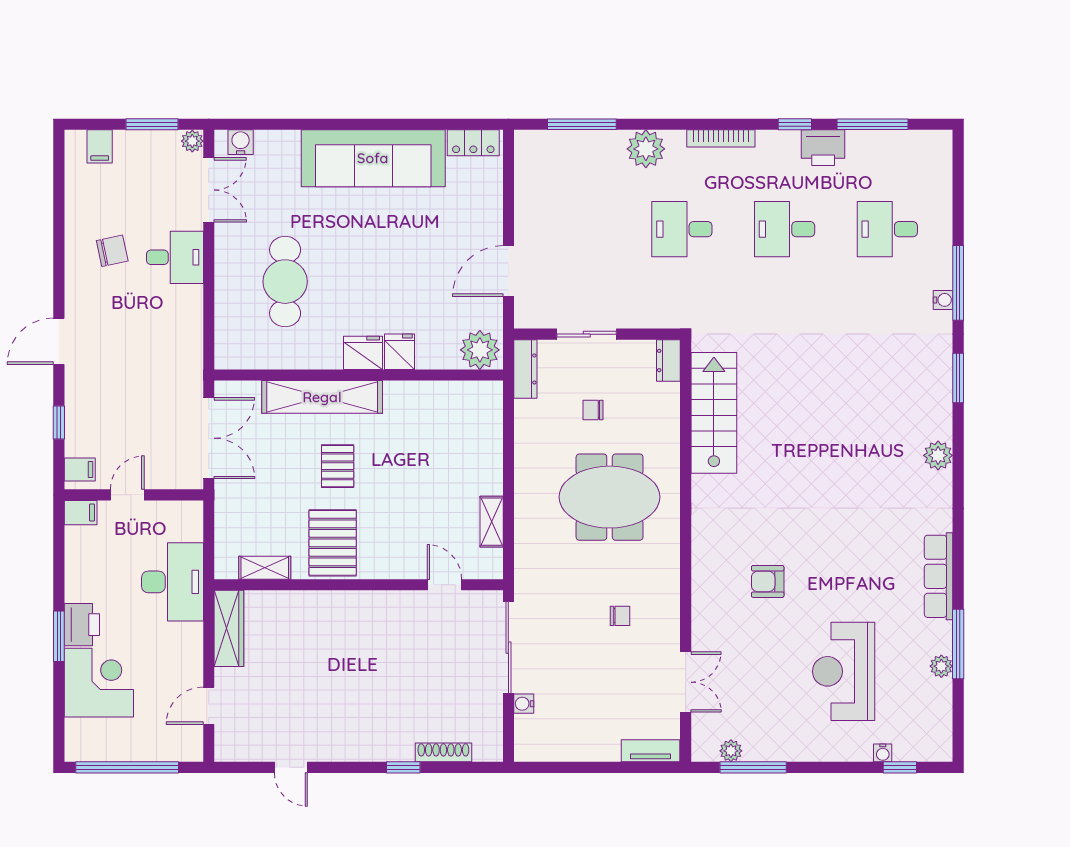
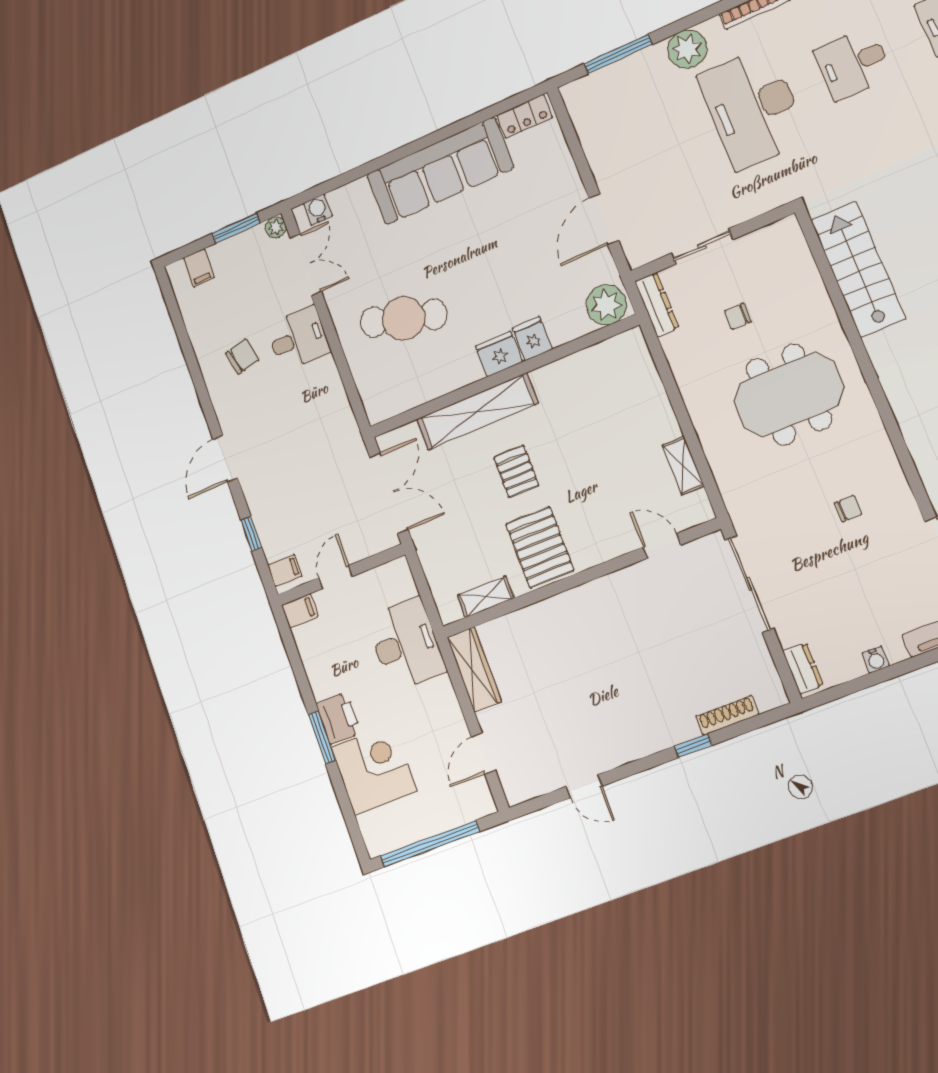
desk: (682, 229) -> (753, 108), width x1.87, depth x1.30
cafe table: (285, 282) -> (404, 318), turned -74
dresser: (668, 360) -> (803, 668), moved, turned 180
water cooler: (524, 704) -> (876, 660), moved, turned -90

